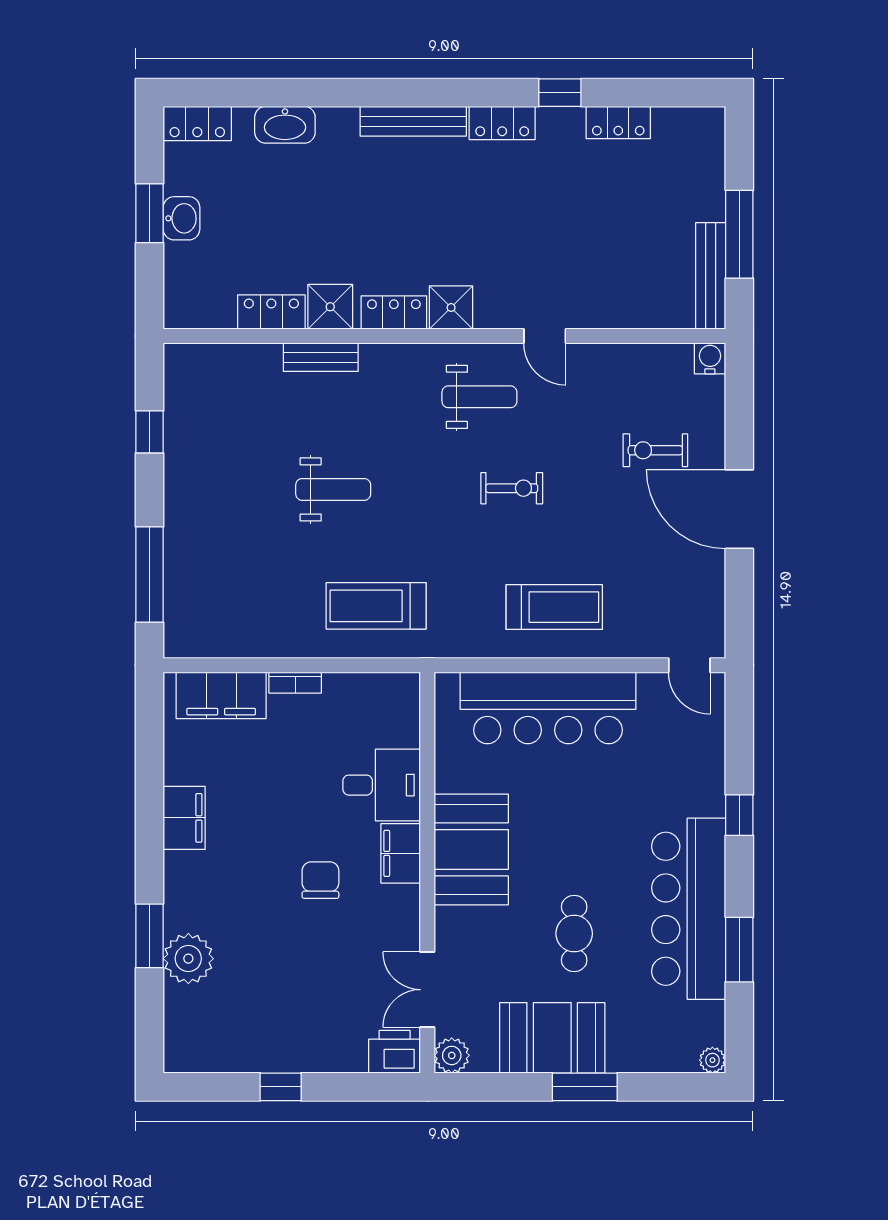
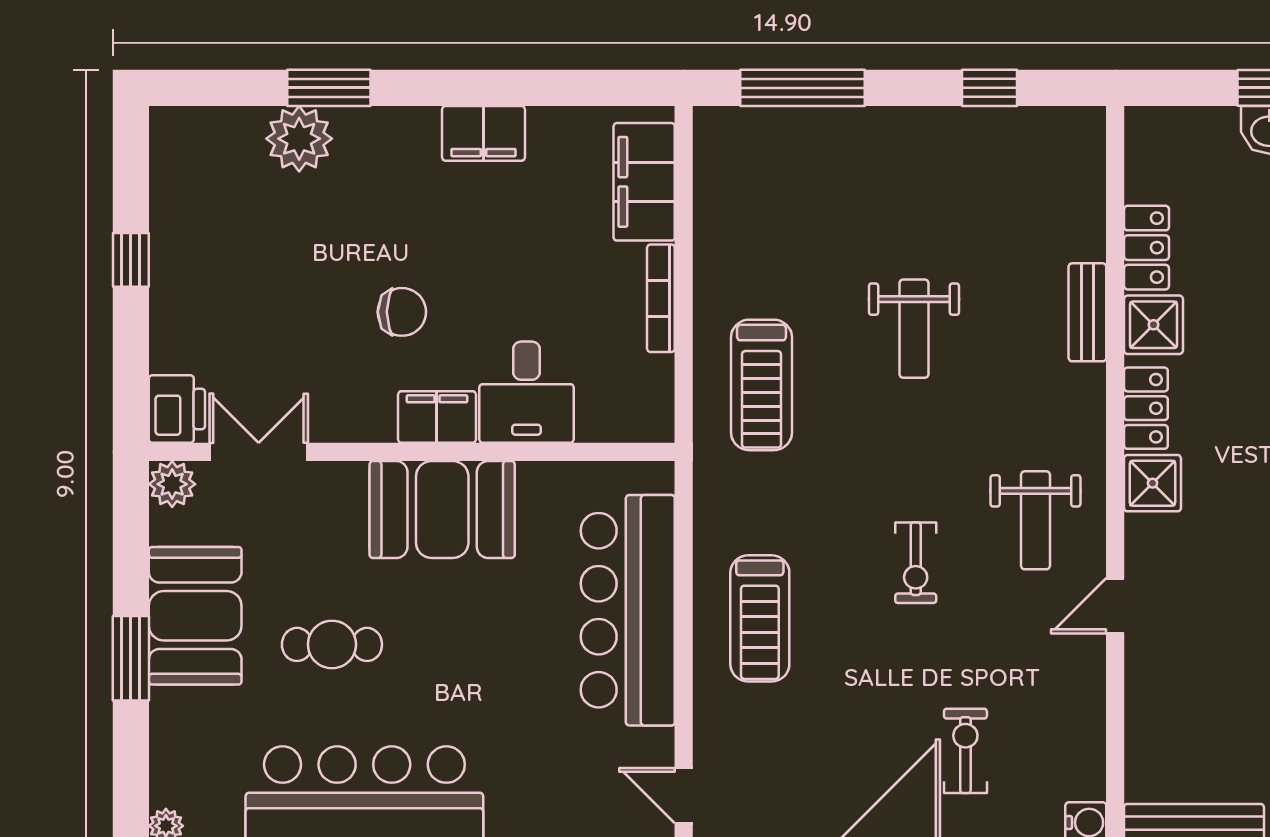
treadmill: (376, 606) -> (762, 385), turned 180
door: (689, 665) -> (684, 796), hinge flipped
bookcase: (295, 683) -> (661, 298), width x1.56

